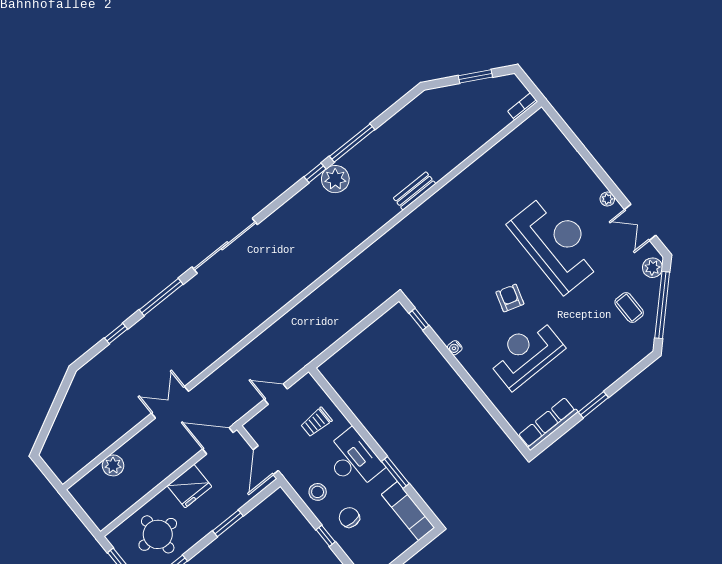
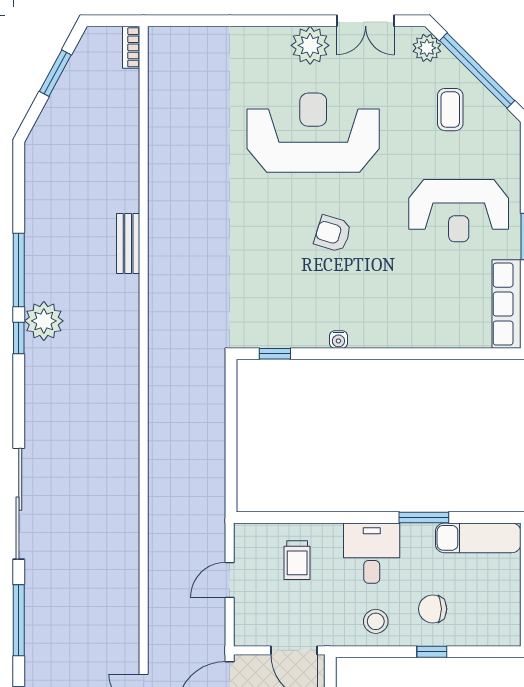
plant: (607, 199) -> (310, 45), width x1.88, depth x1.88
coffee table: (629, 308) -> (450, 110), turned 90
reception desk: (526, 353) -> (459, 211), moved, turned -90
desk: (353, 460) -> (372, 553), width x0.73

